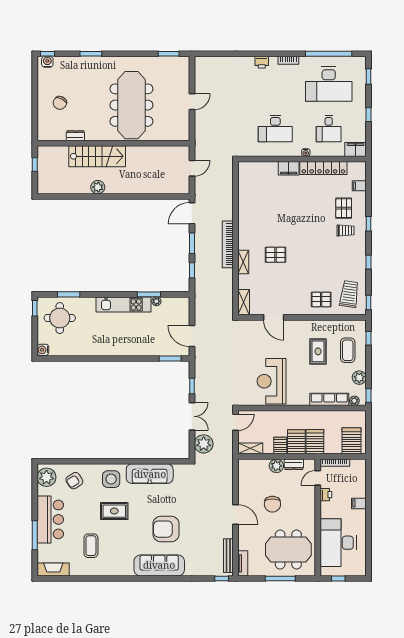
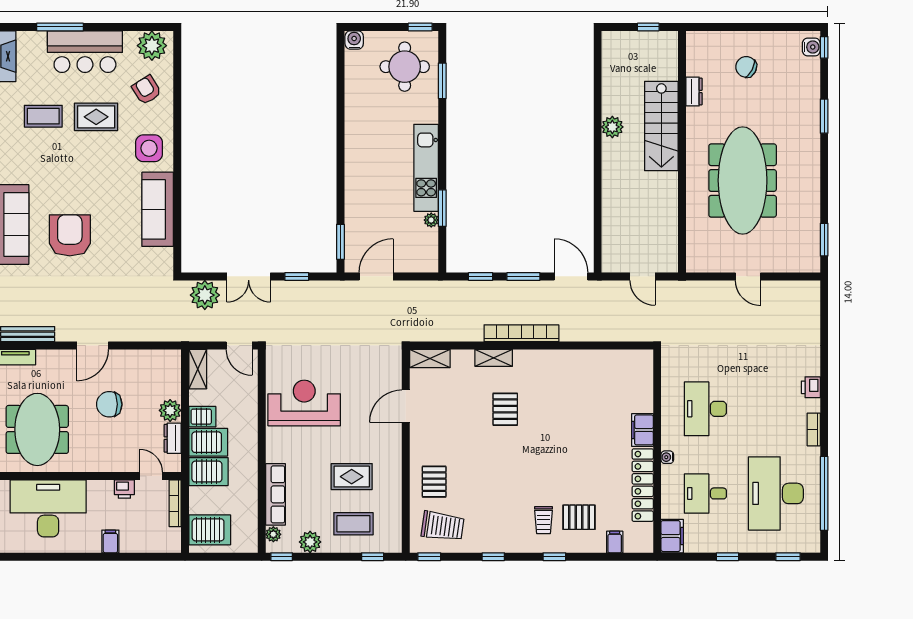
meeting table: (131, 105) -> (743, 180), turned 90
rug: (114, 511) -> (96, 117), moved, turned 90

